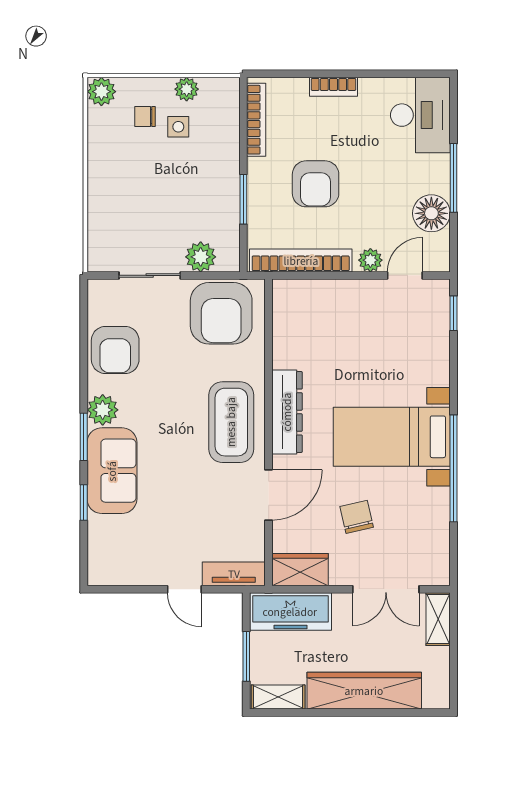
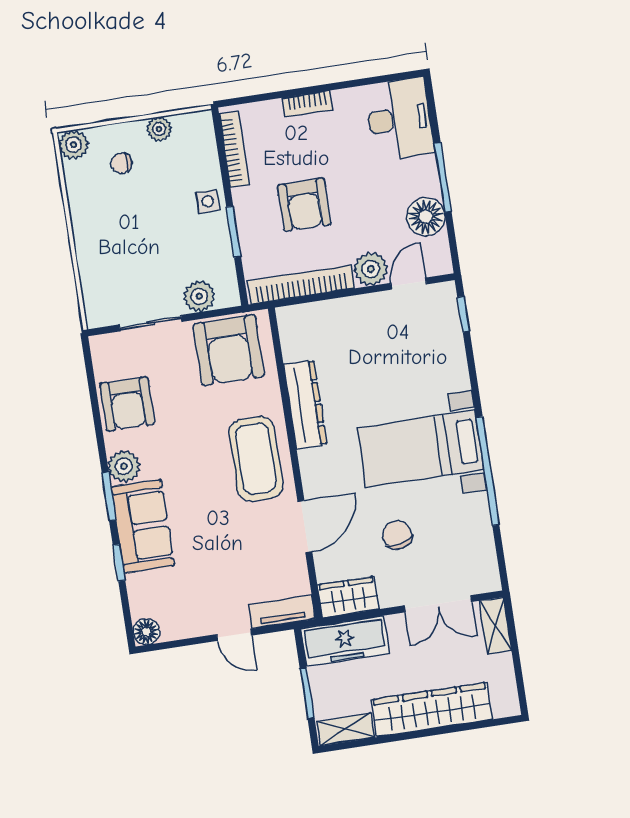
side table: (178, 127) -> (208, 201), moved
plant: (370, 260) -> (371, 269), width x1.38, depth x1.38
dresser: (287, 412) -> (305, 405), moved
floor lamp: (100, 573) -> (146, 632), added

